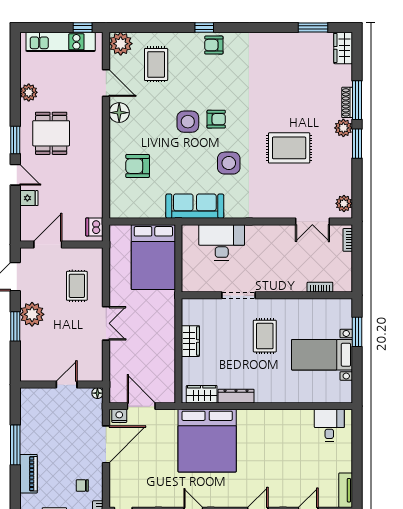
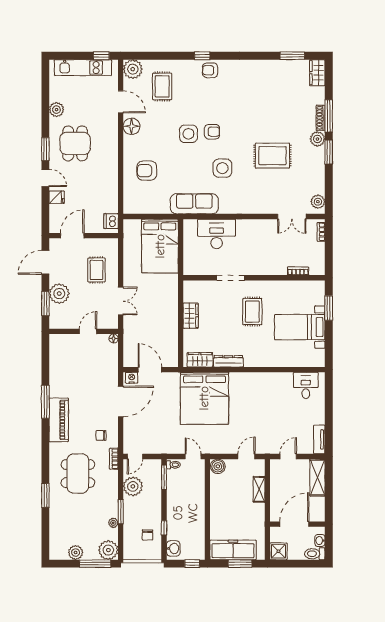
wall: (61, 385) -> (84, 331), moved
door: (67, 385) -> (88, 331), moved
floor lamp: (97, 393) -> (114, 339), moved
piano: (29, 474) -> (59, 420), width x1.37, depth x1.33

